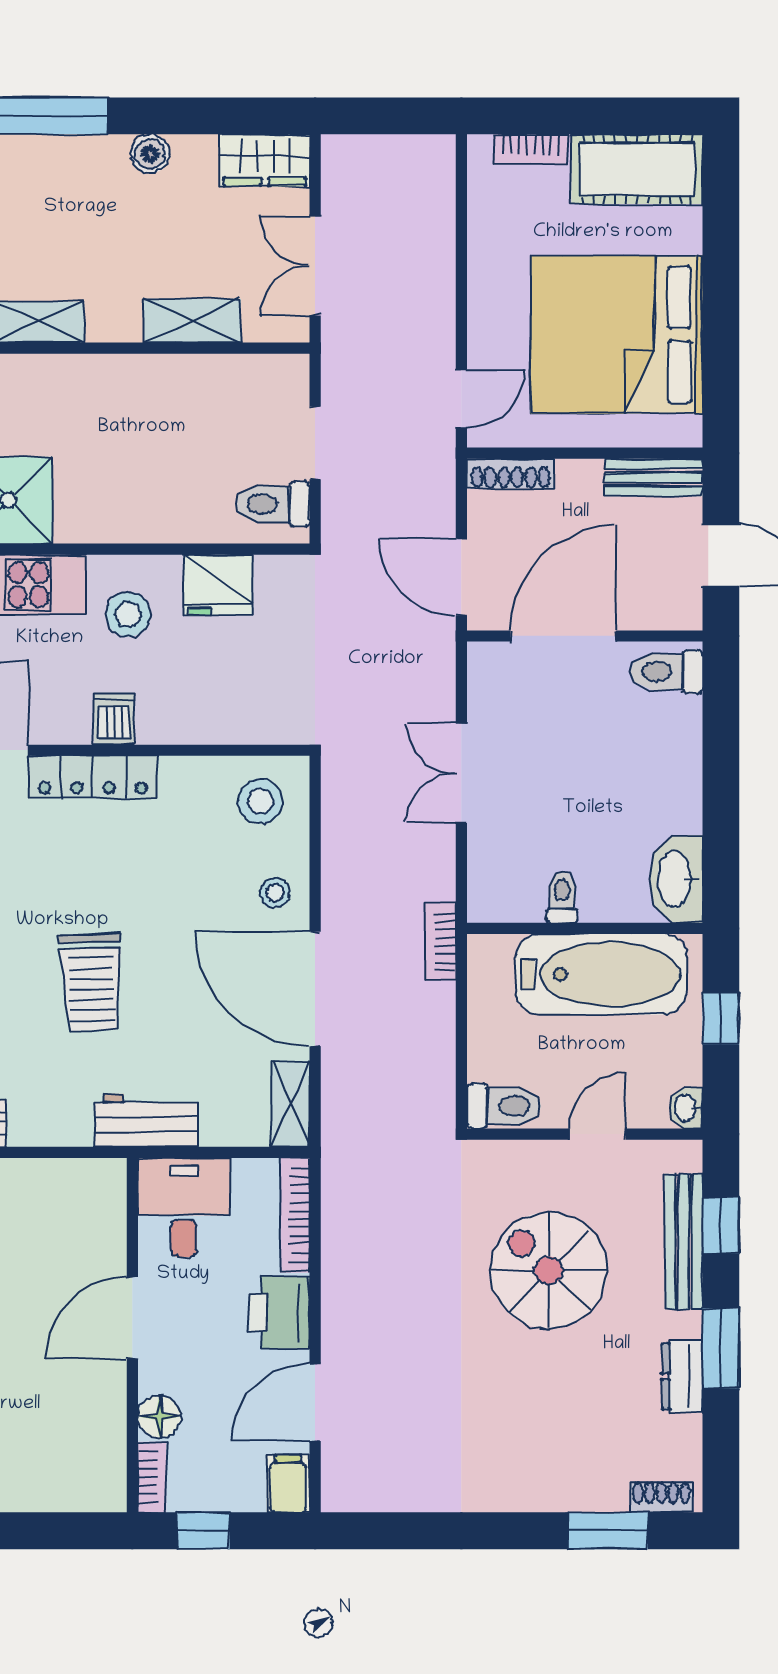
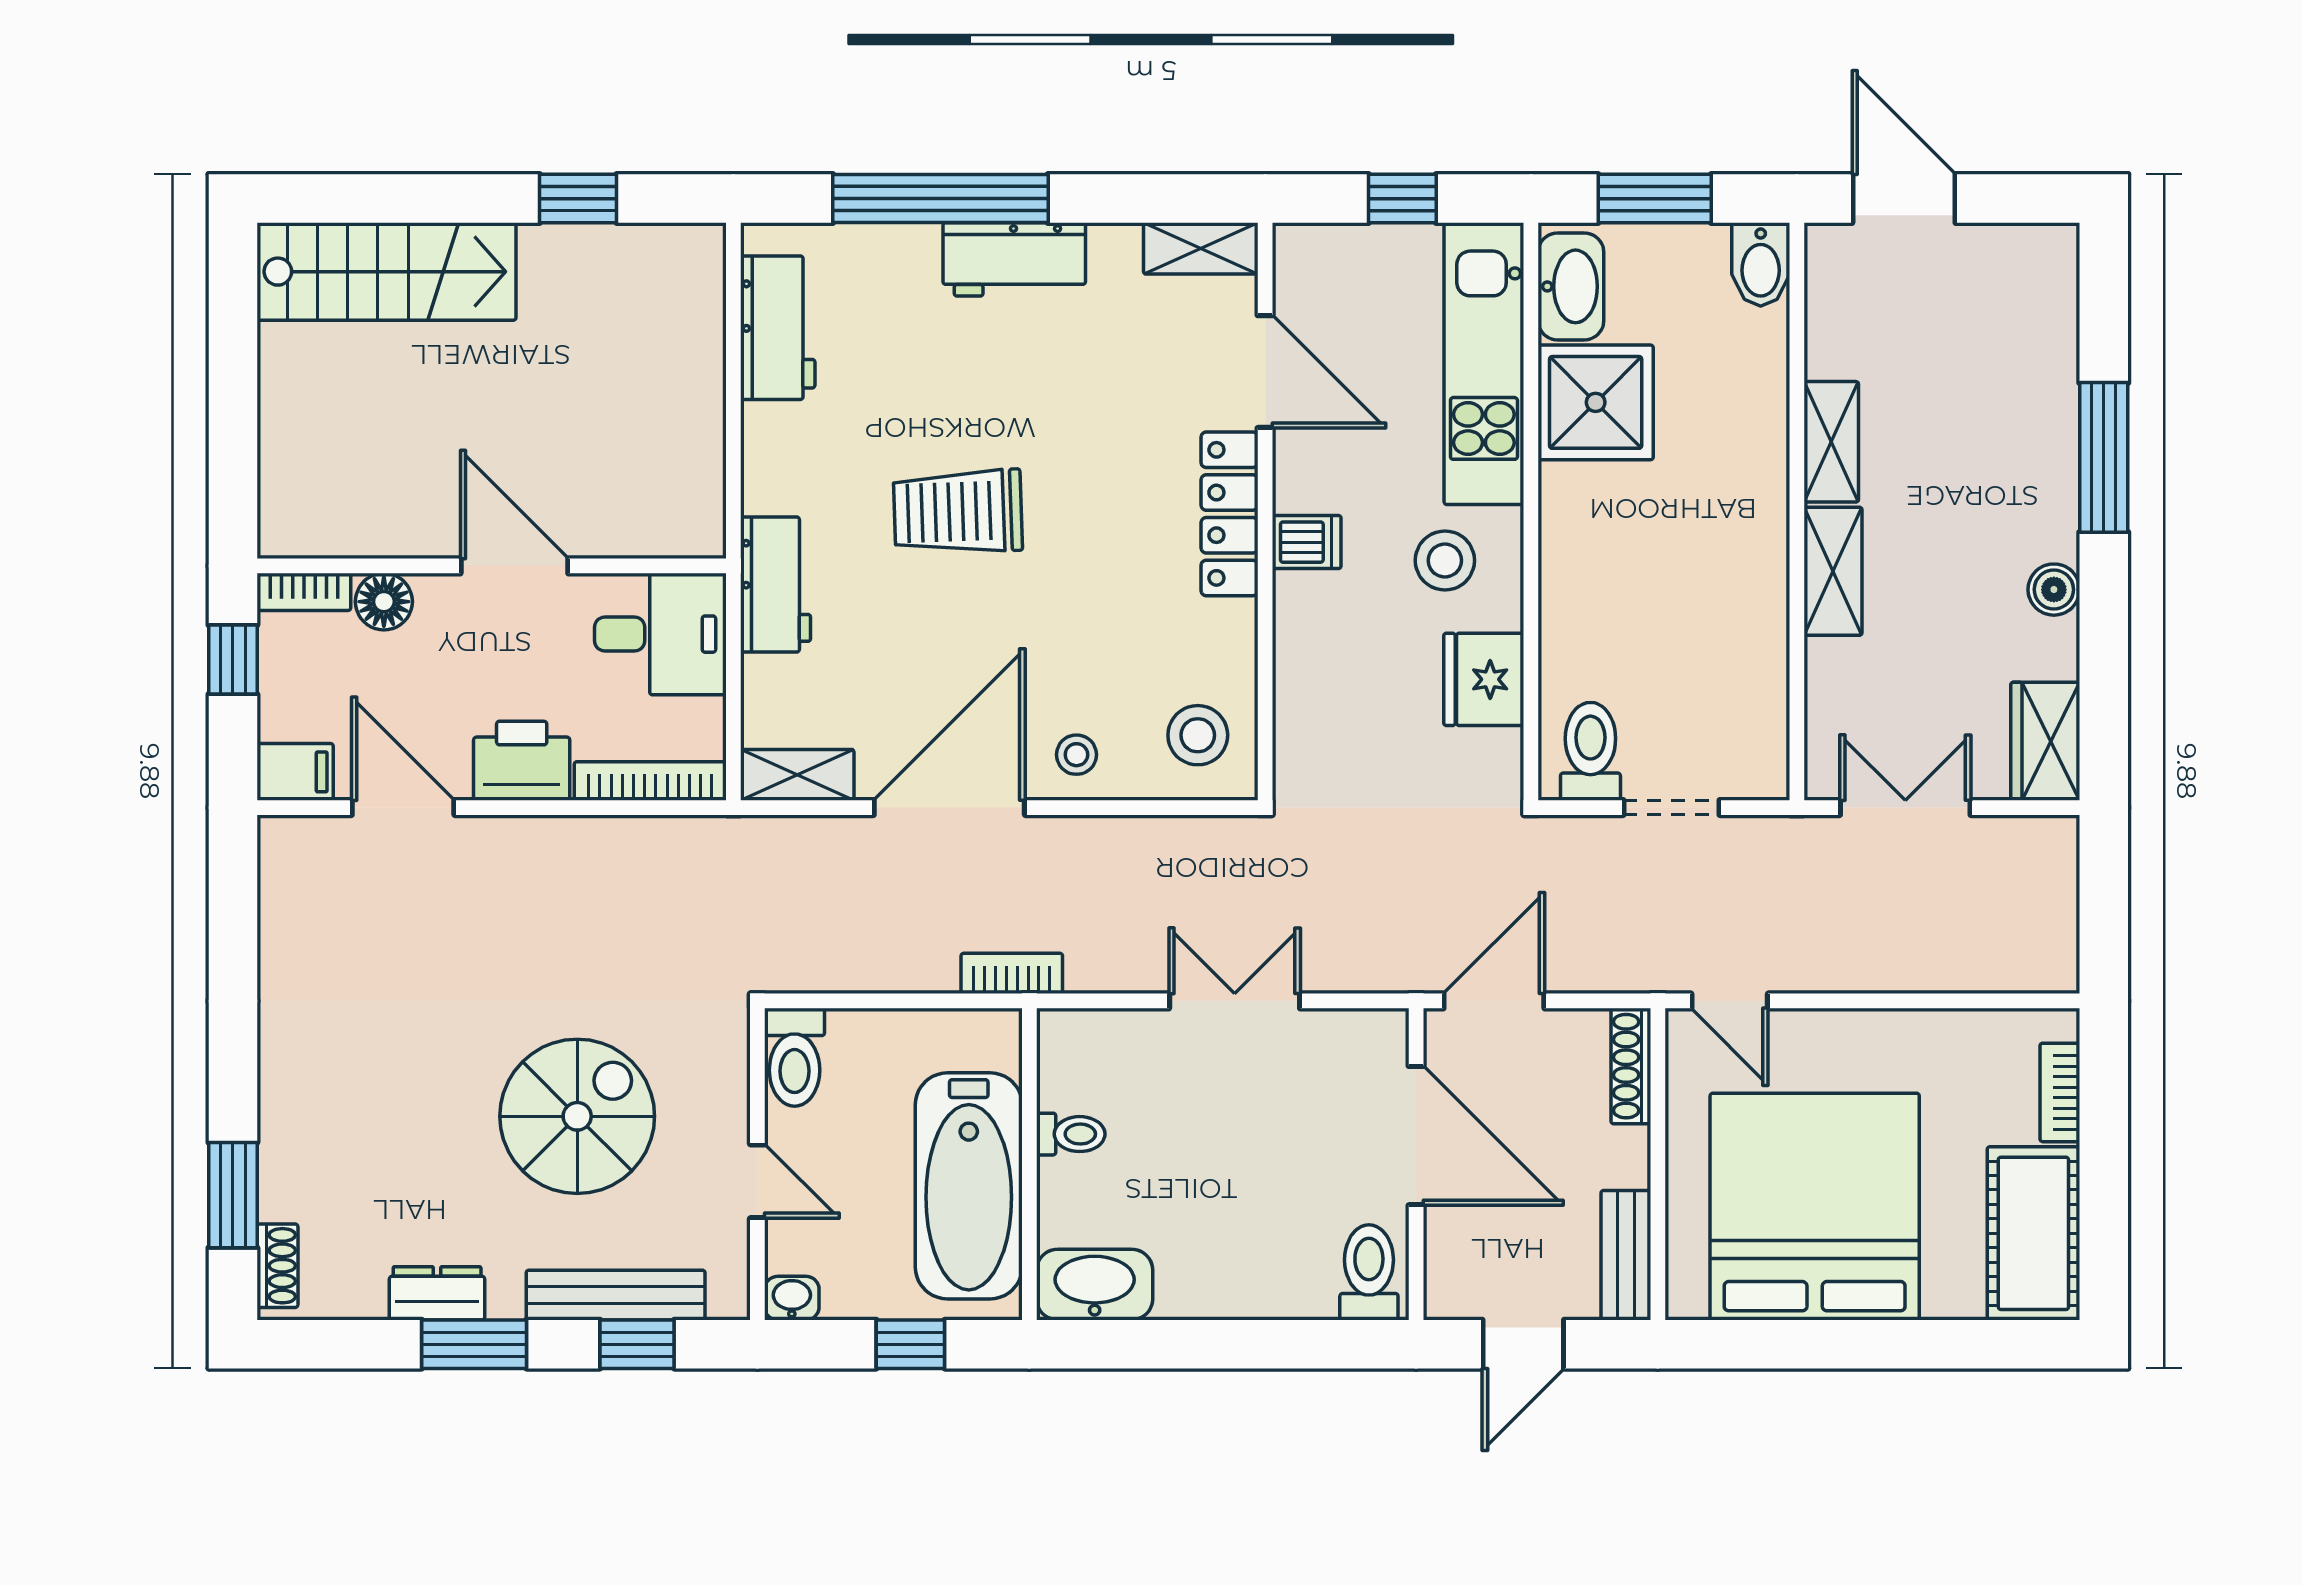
shelving: (192, 321) -> (1833, 571), moved

